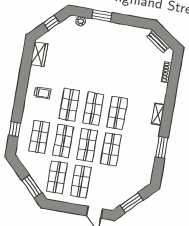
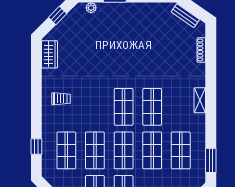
shop shelf: (69, 105) -> (181, 150), moved
window: (162, 147) -> (211, 160), moved

